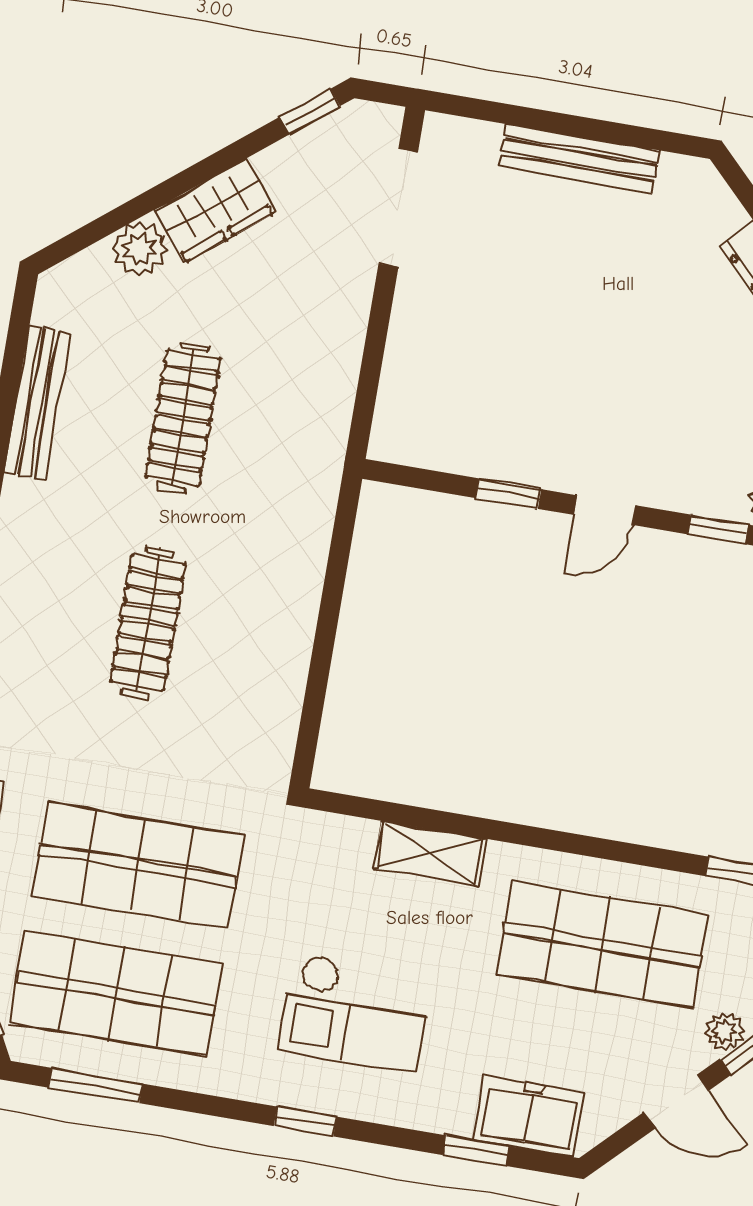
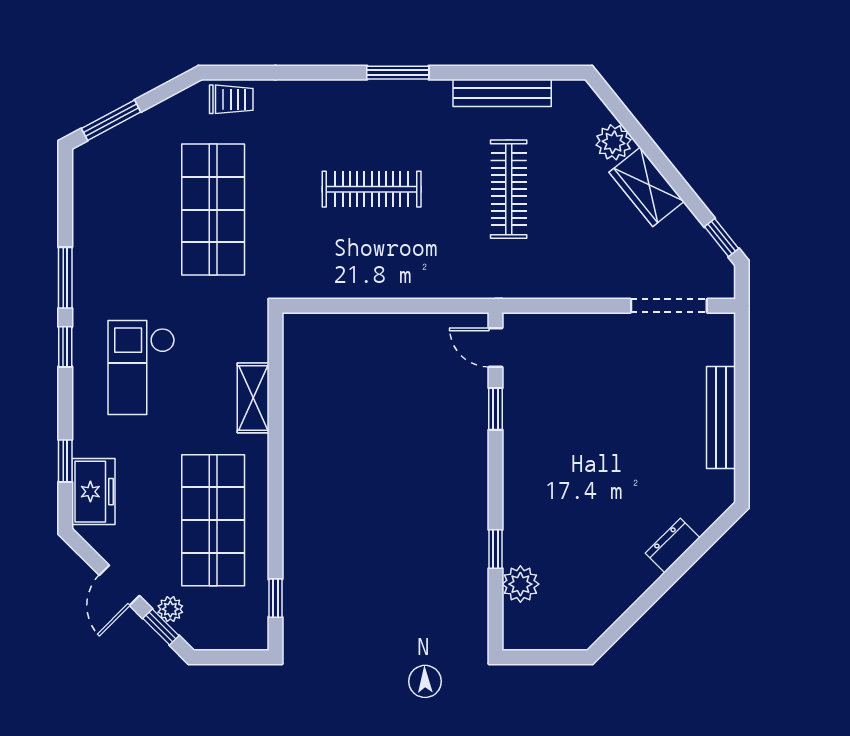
clothes rail: (183, 418) -> (509, 189), turned 90
door: (605, 510) -> (496, 347), moved
shop shelf: (116, 993) -> (128, 210), removed
window: (95, 1086) -> (65, 278), moved

